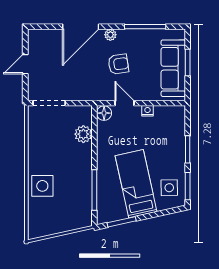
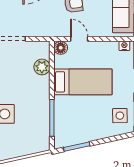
nightstand: (147, 111) -> (124, 46), moved
bed: (136, 184) -> (83, 82), moved, turned 102

